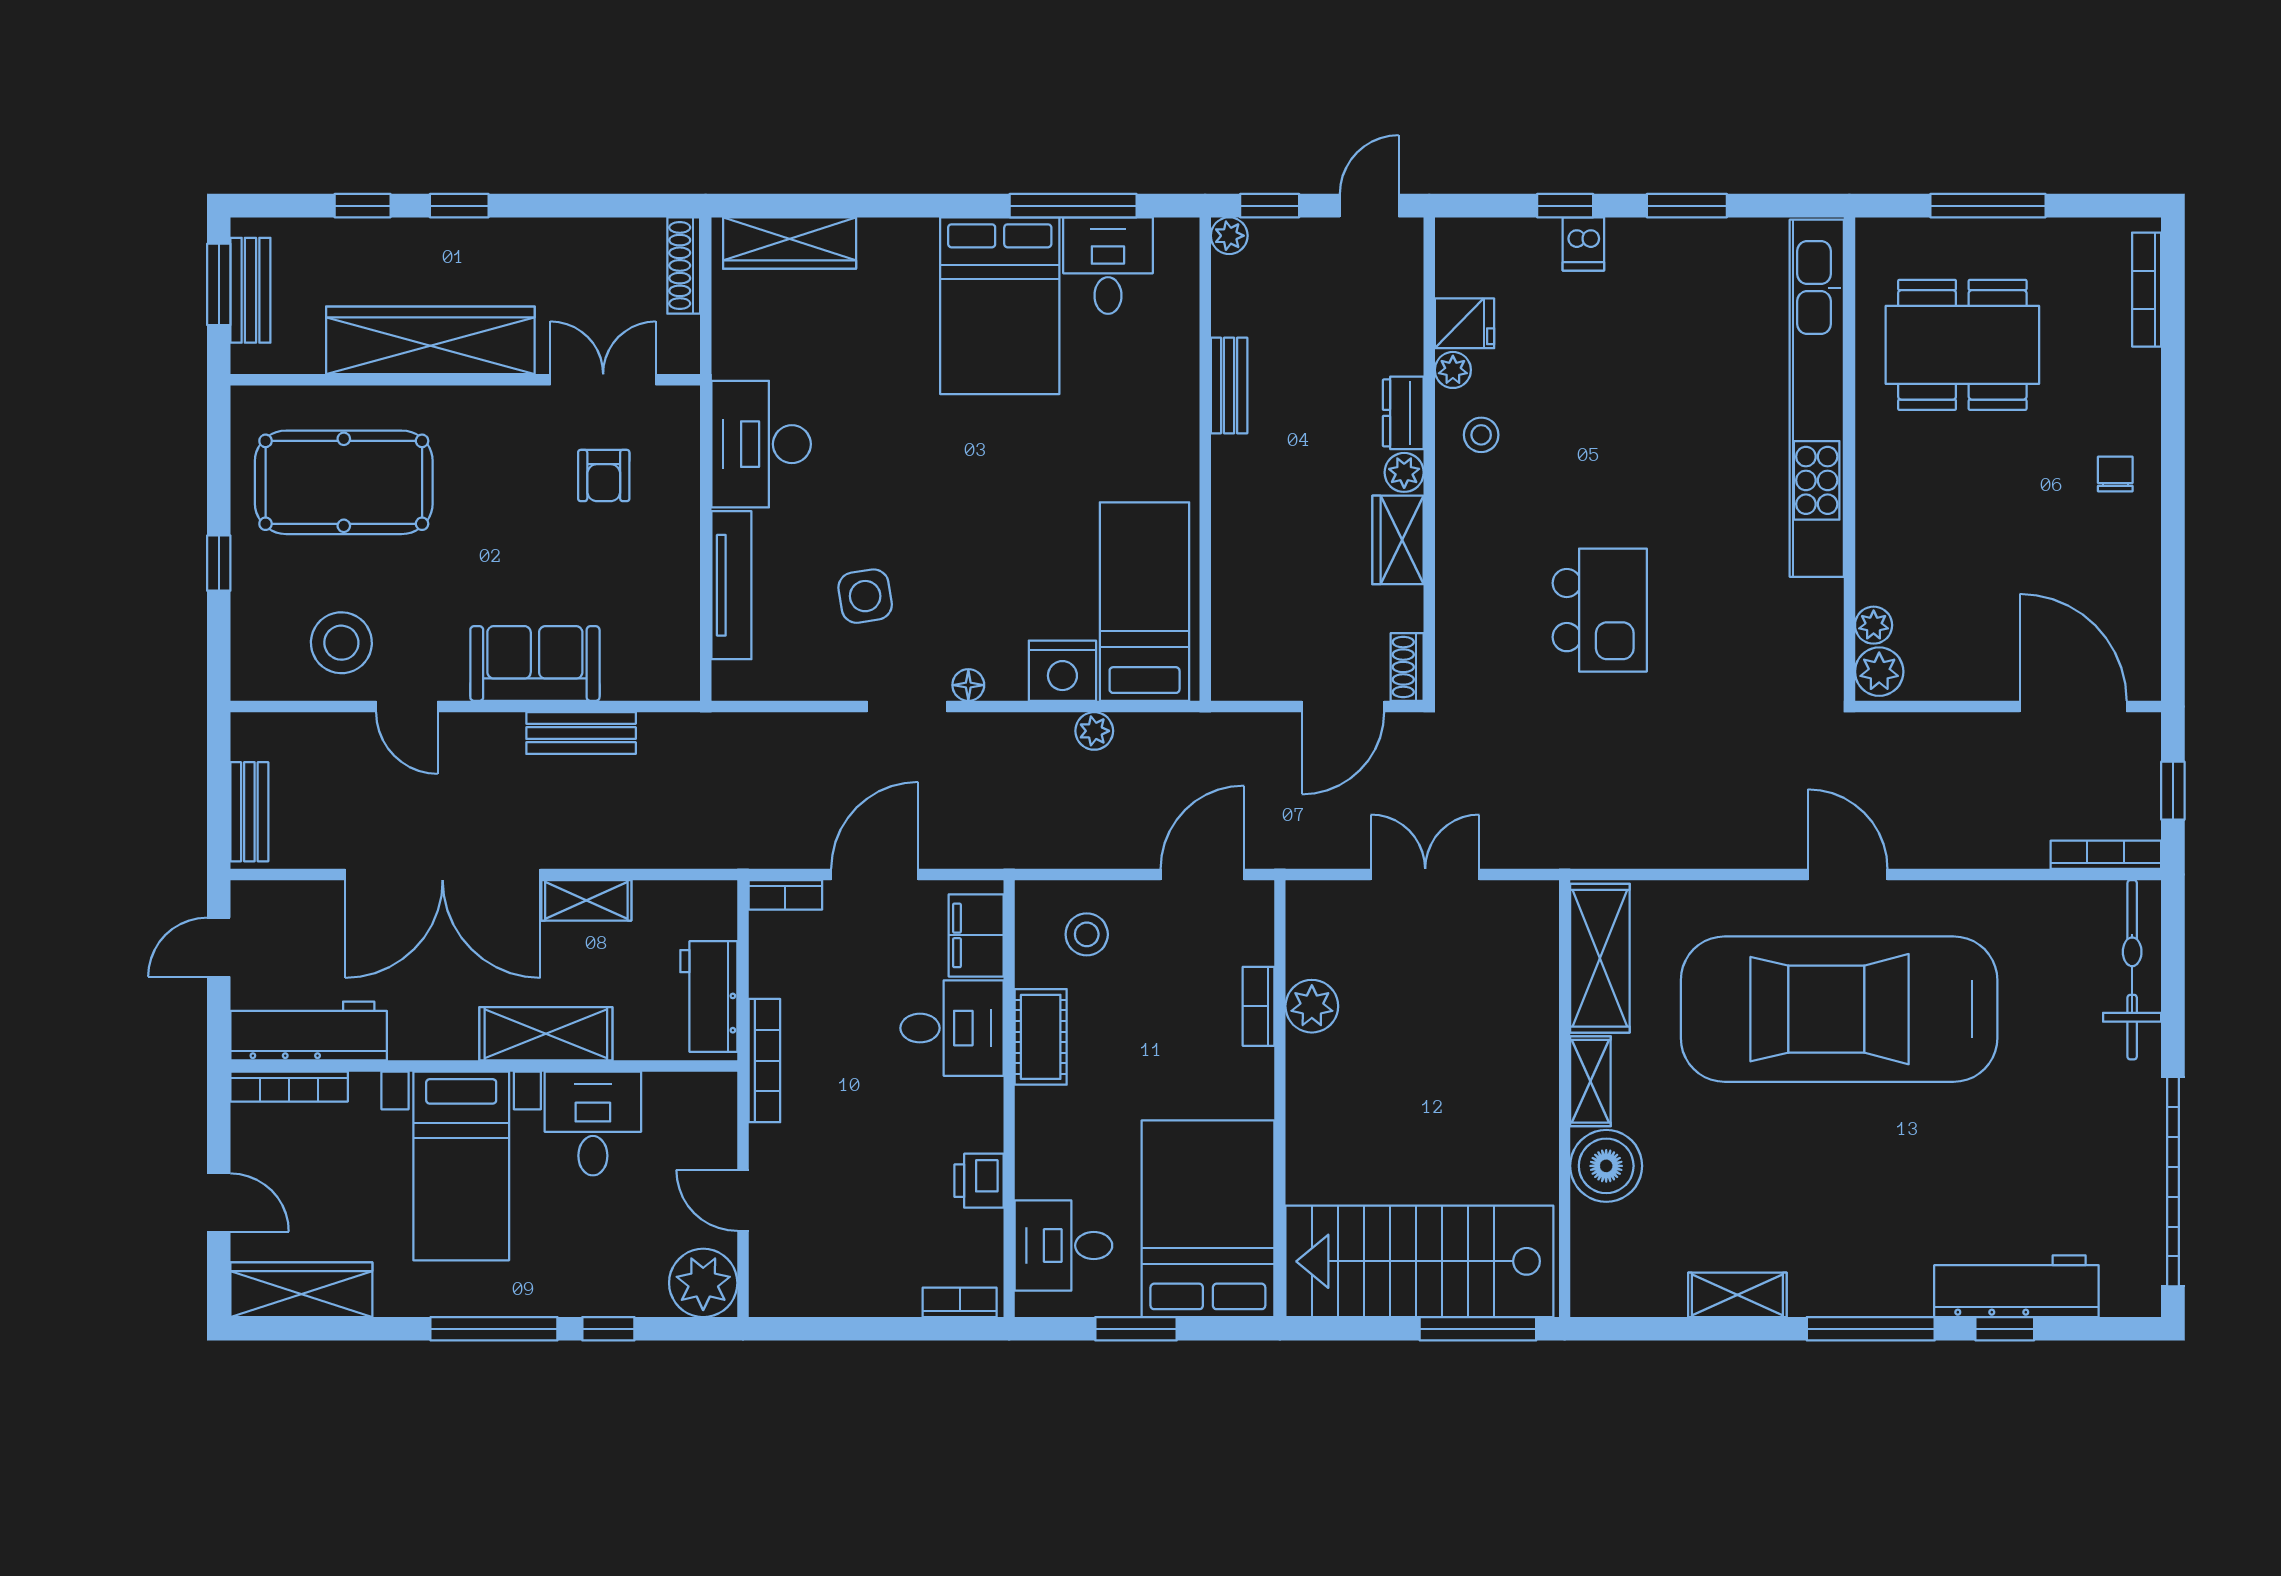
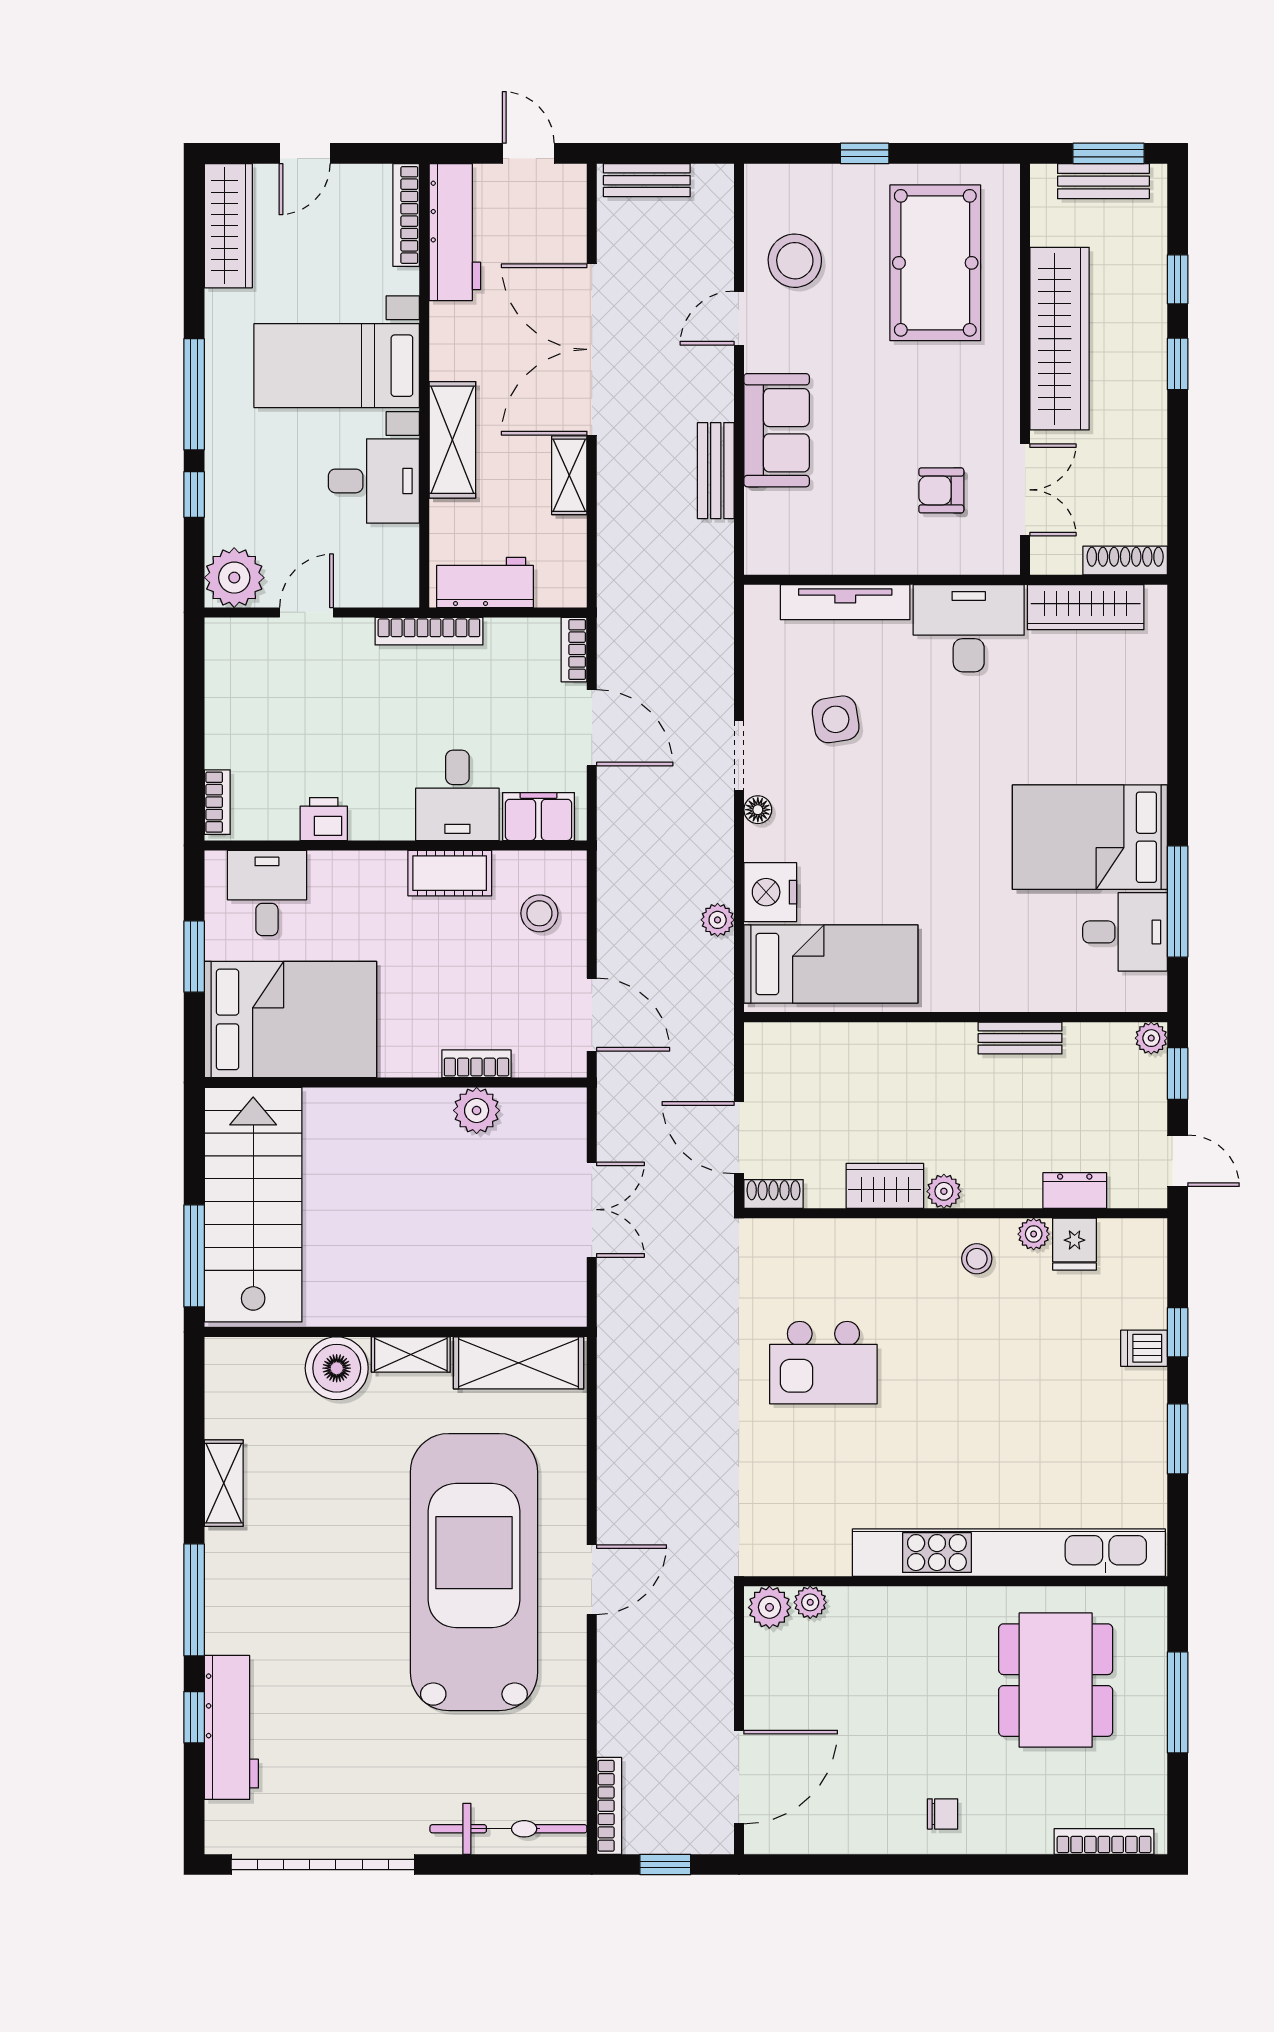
wardrobe: (790, 243) -> (1086, 607), moved, turned -90
dresser: (1403, 413) -> (1075, 1191), moved

